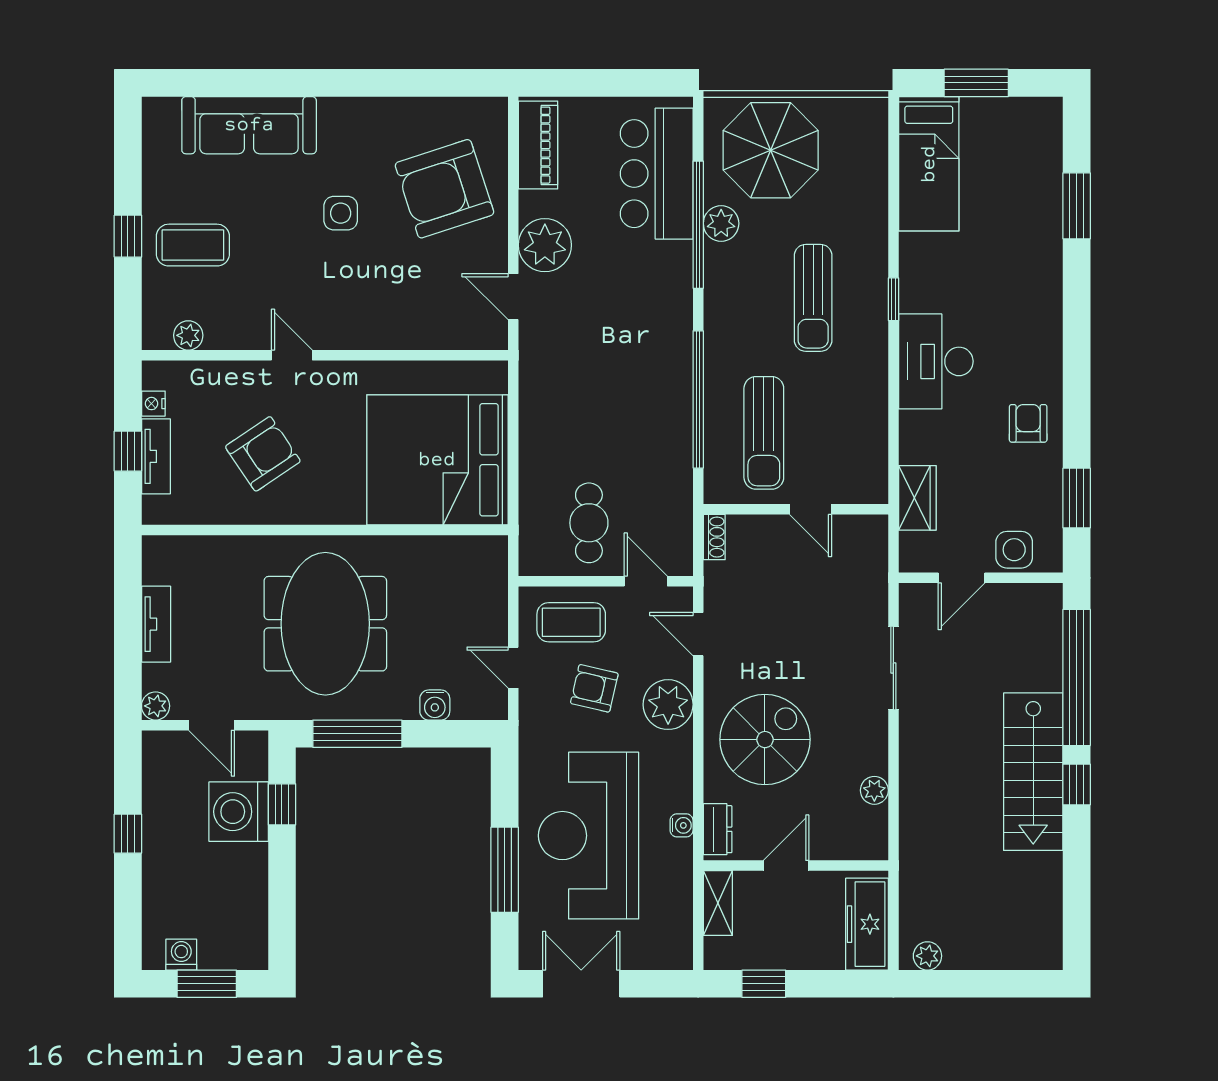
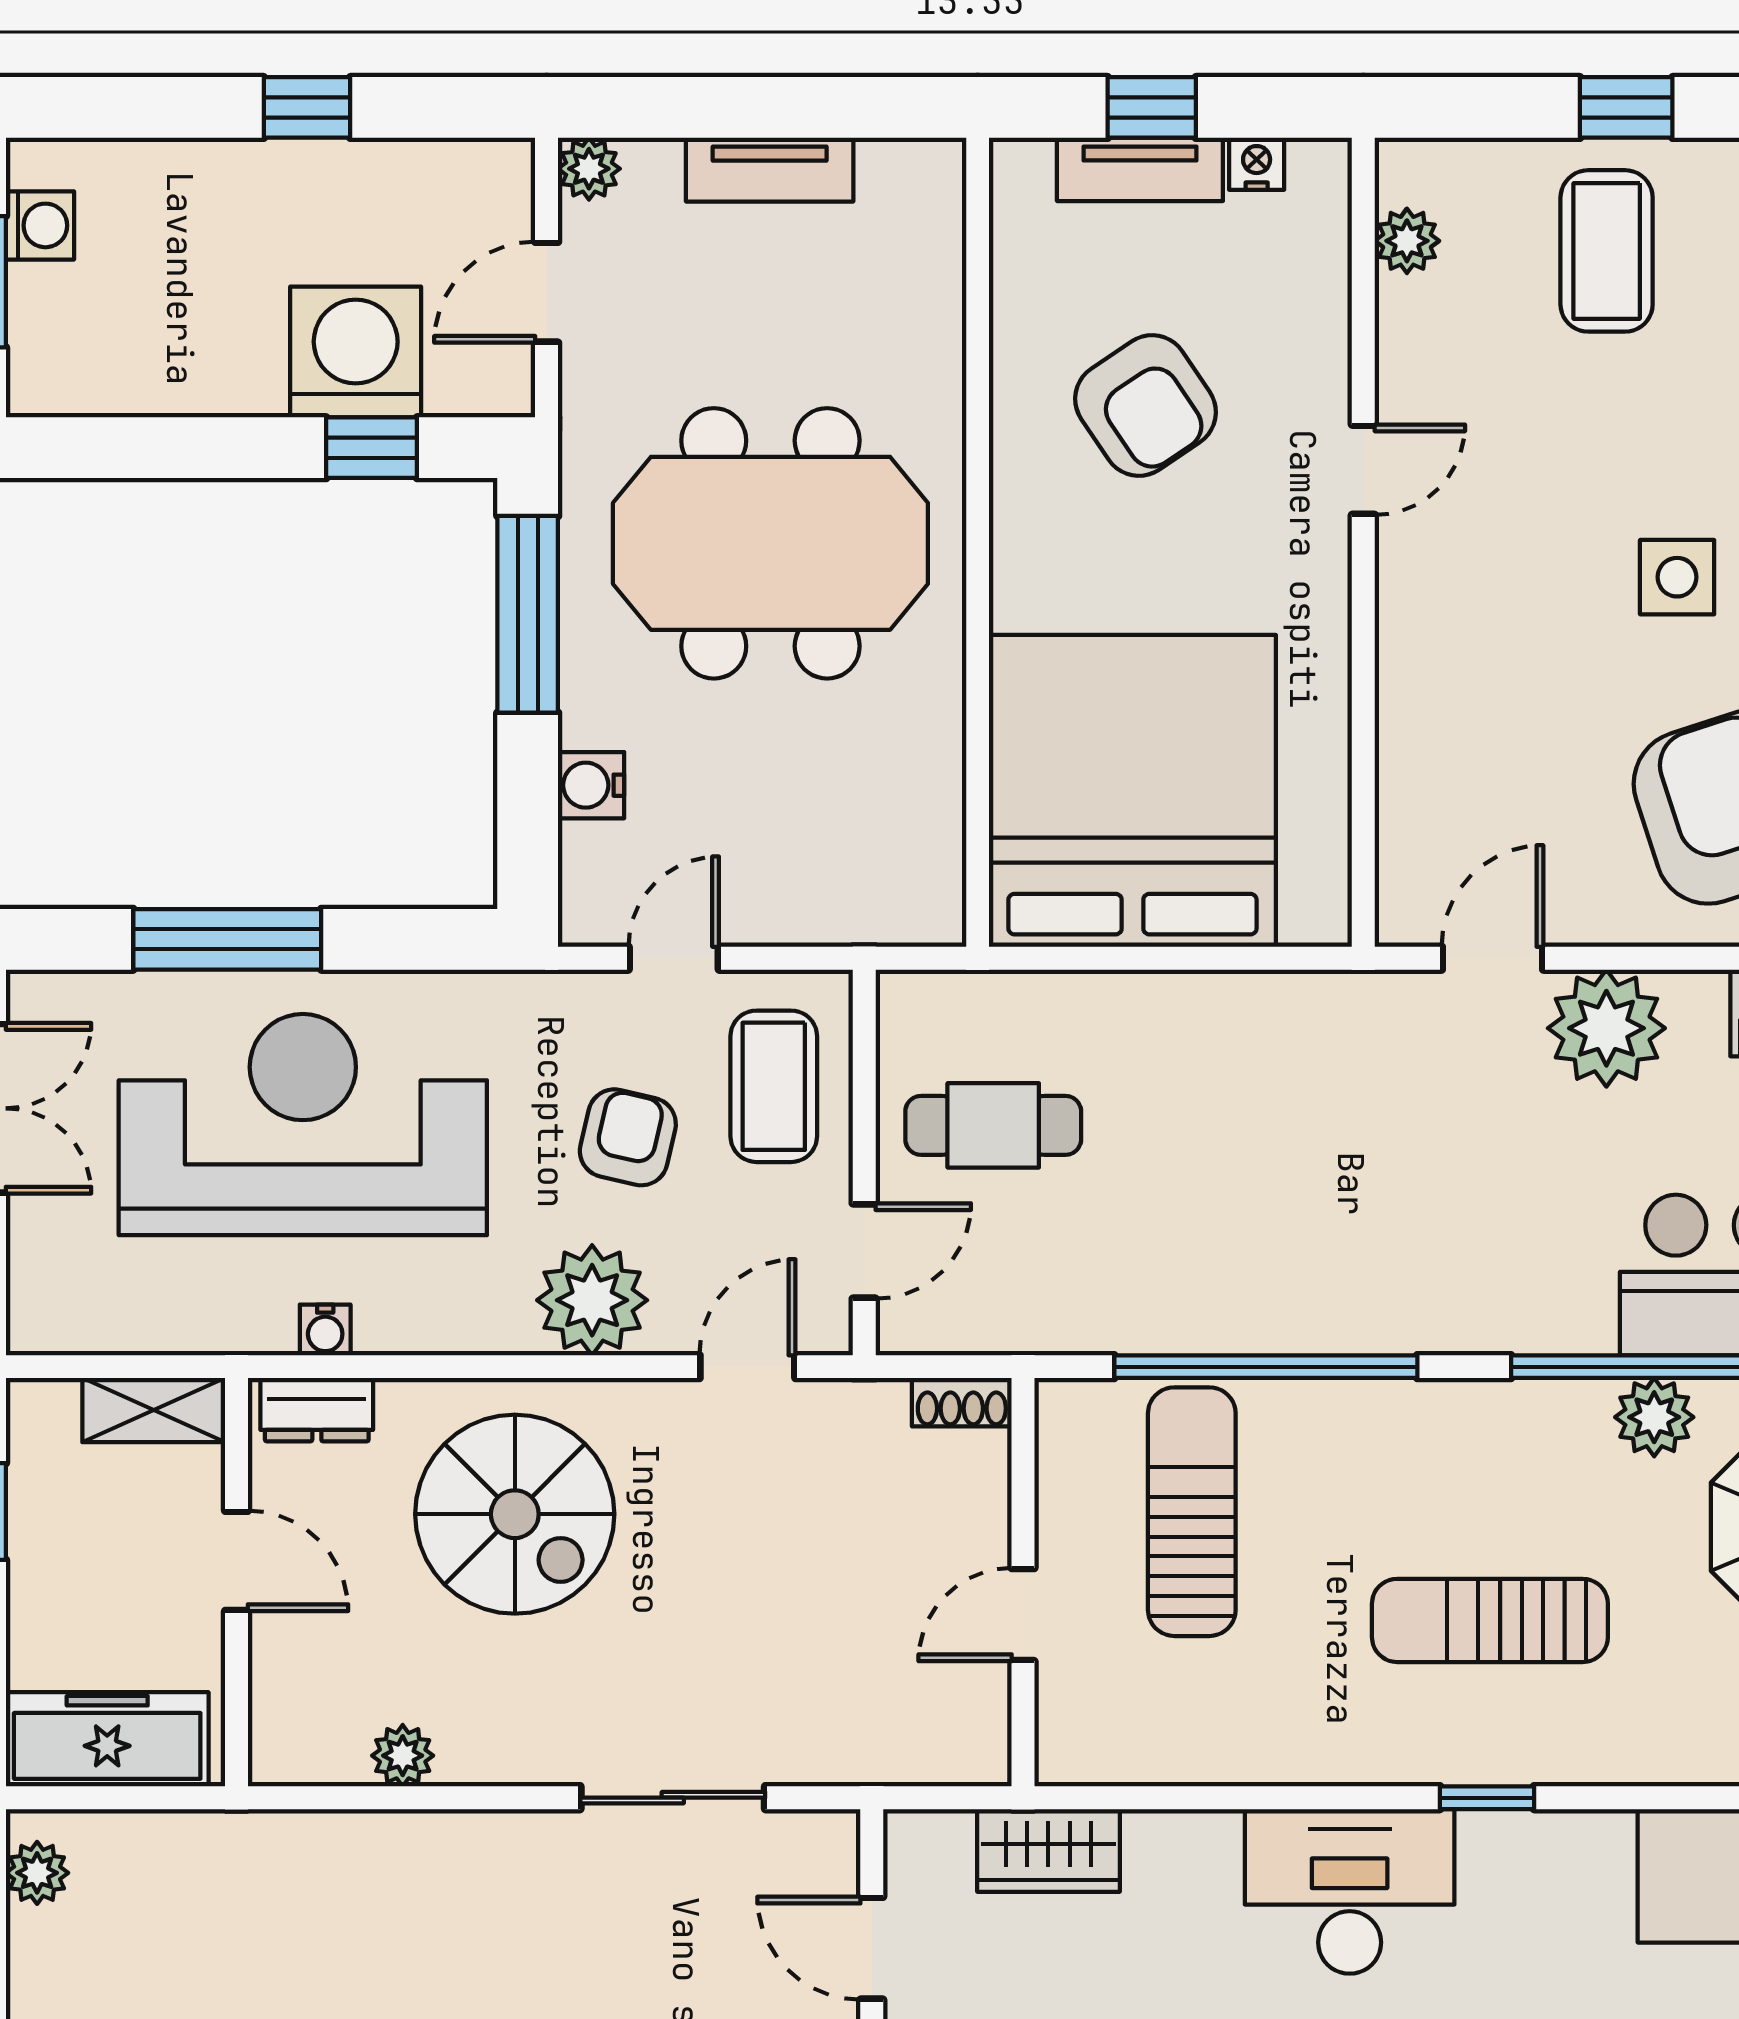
sun lounger: (764, 433) -> (1192, 1512), turned 90

